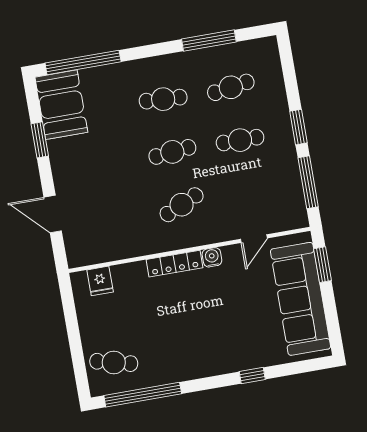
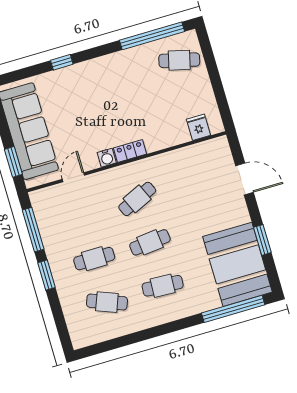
window: (209, 41) -> (130, 339), removed
cafe table: (231, 87) -> (107, 302), turned 30
booth: (61, 105) -> (237, 264), width x1.36, depth x1.42
locker: (174, 264) -> (130, 151), width x0.66

